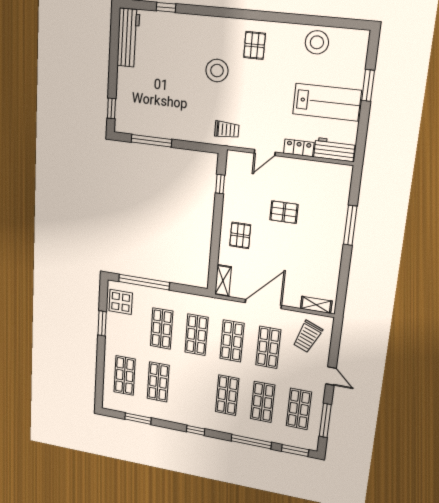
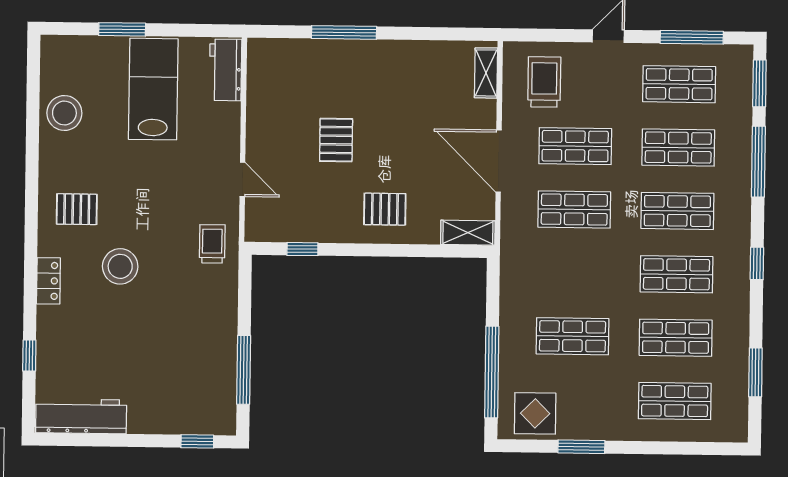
locker: (299, 148) -> (48, 281), moved, turned 180
shop shelf: (196, 335) -> (676, 274), moved
trolley: (307, 337) -> (544, 82), turned -112

